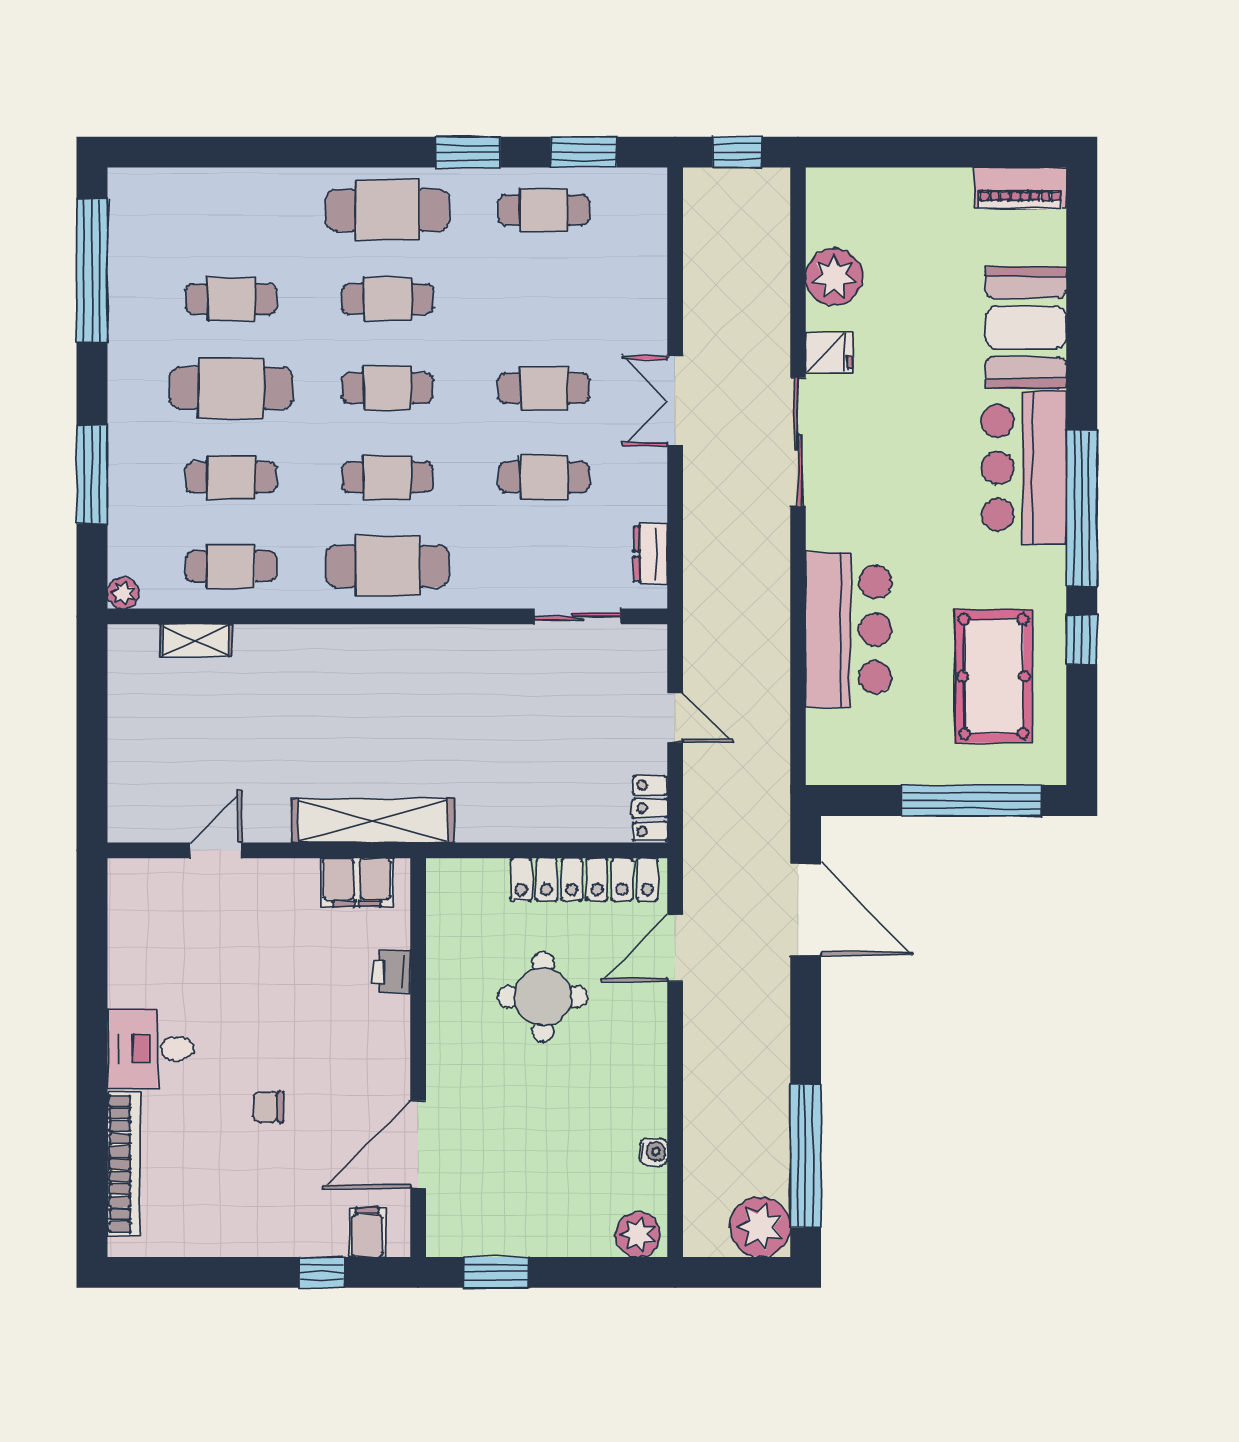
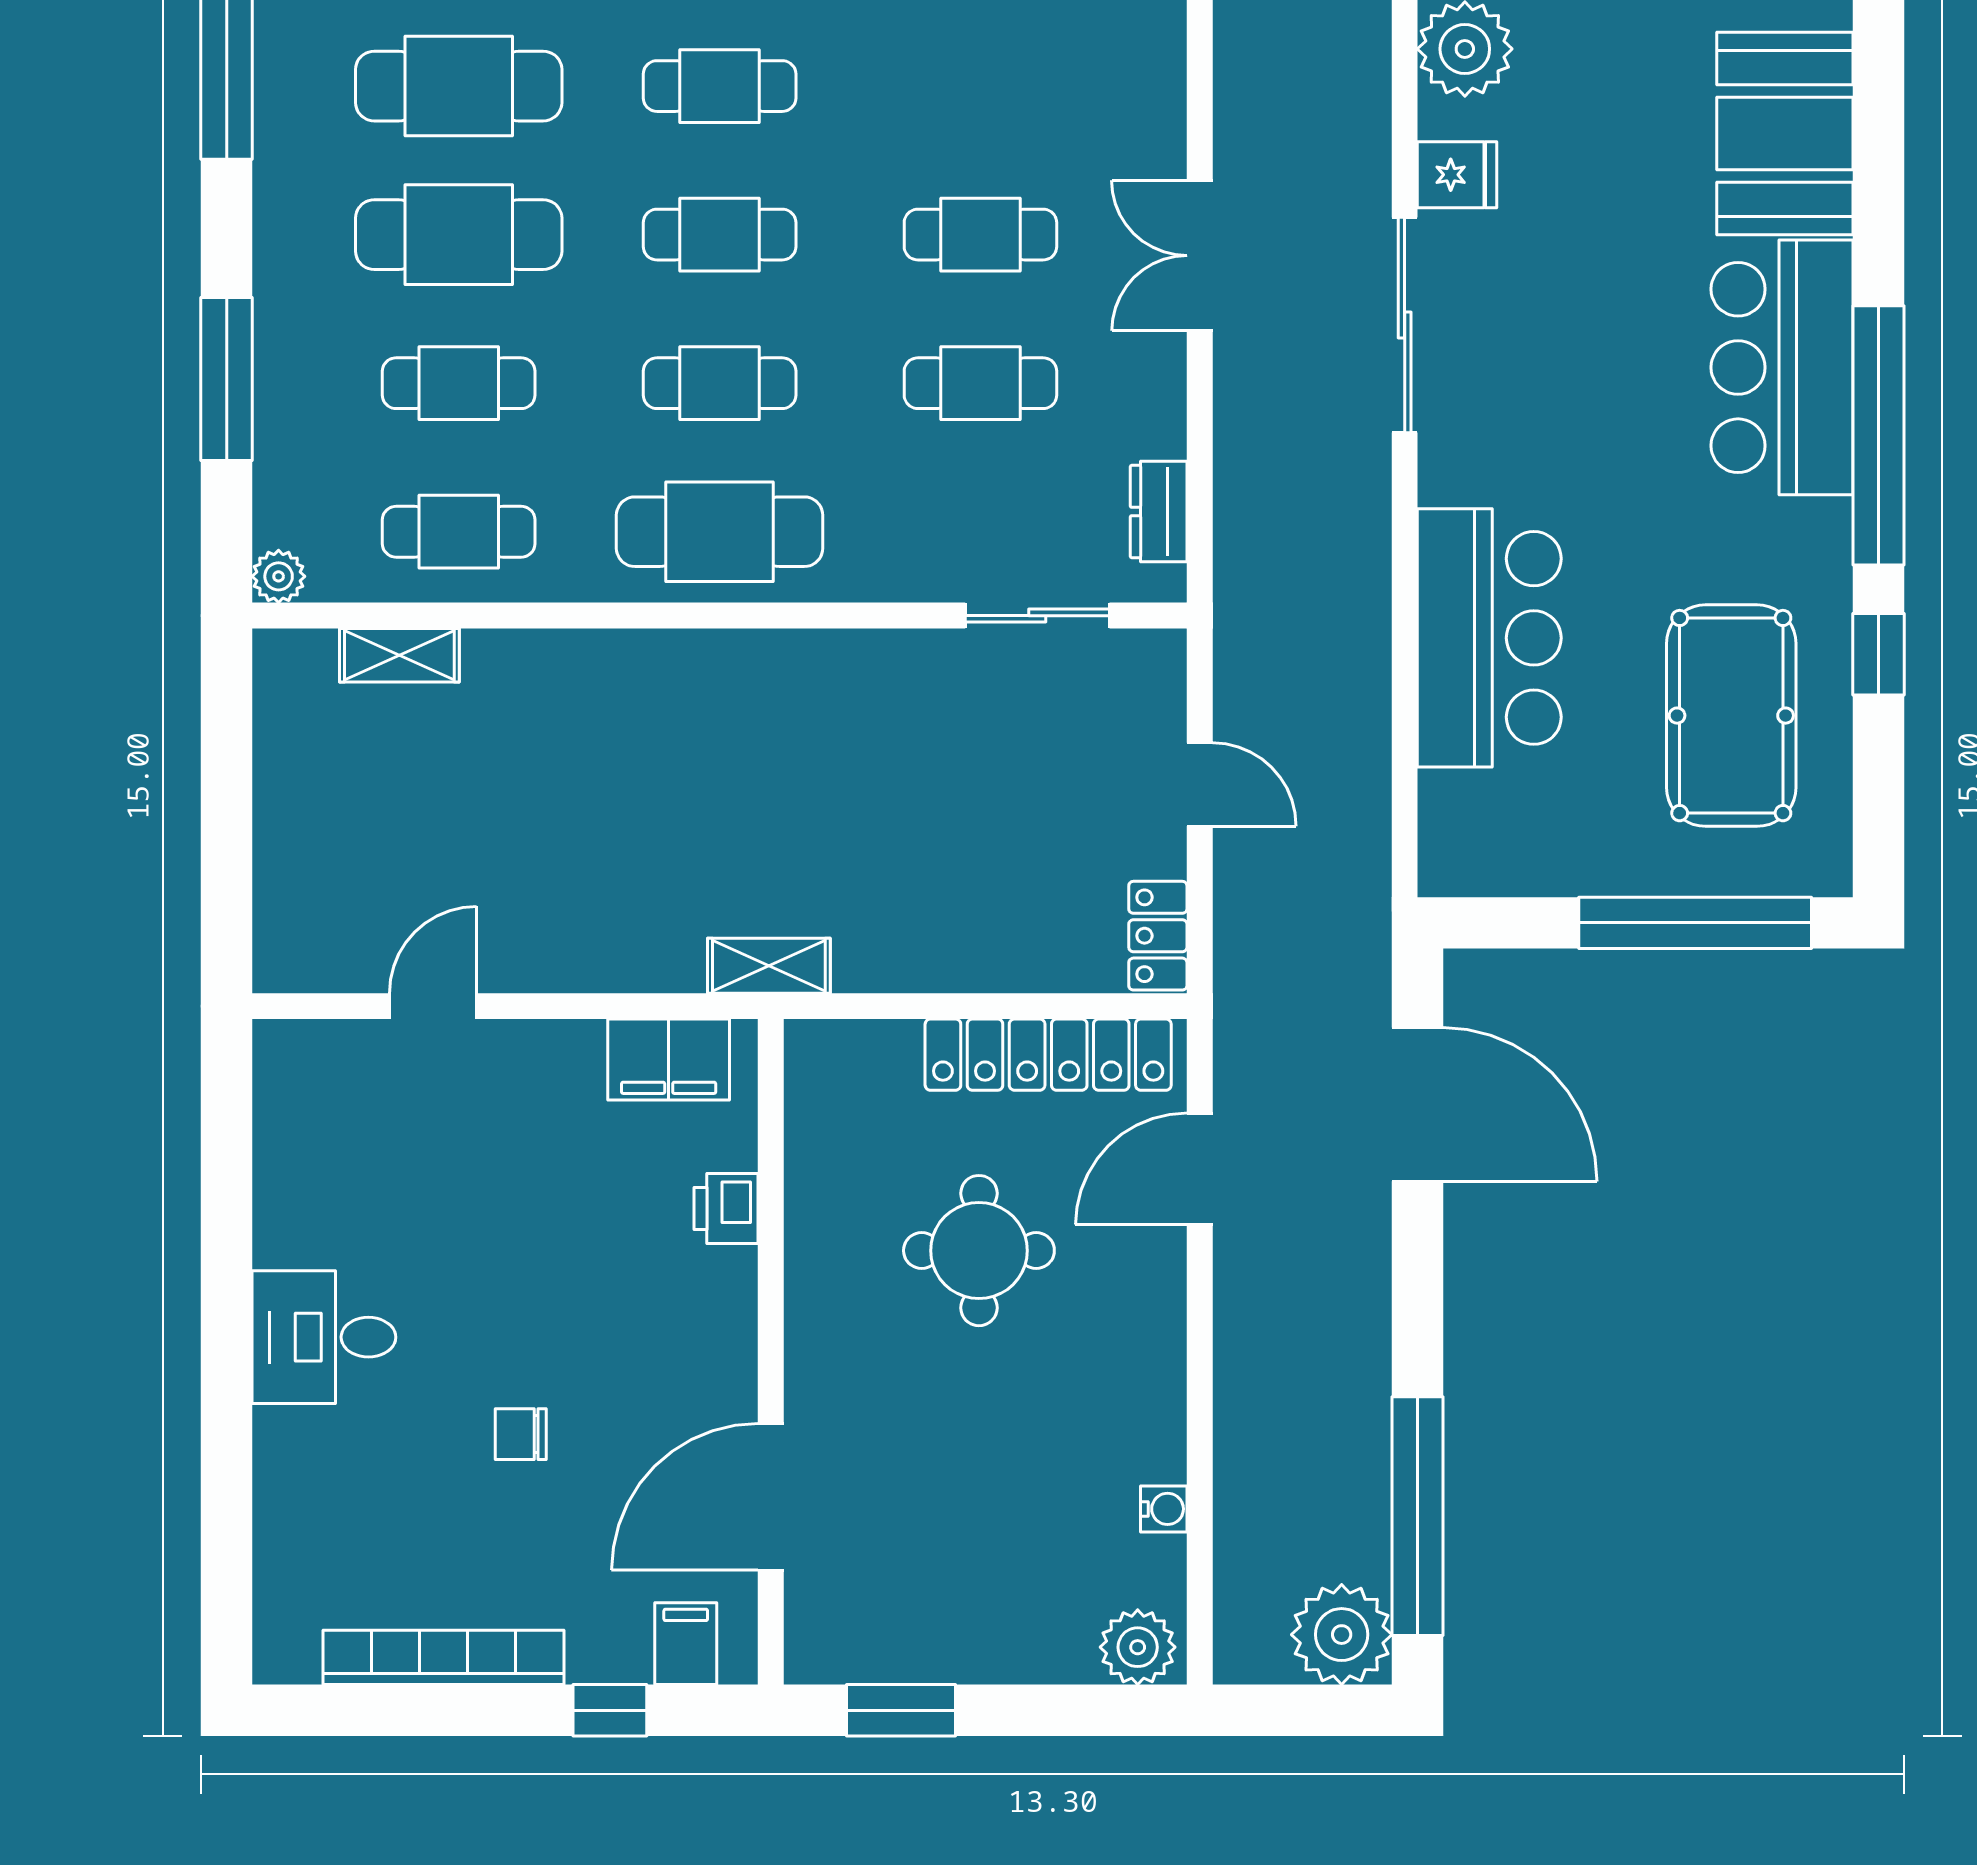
cafe table: (231, 299) -> (459, 86), width x1.37, depth x1.35
shelving: (373, 821) -> (769, 966), width x0.45, depth x0.75
bookcase: (124, 1164) -> (444, 1657), moved, turned -90

